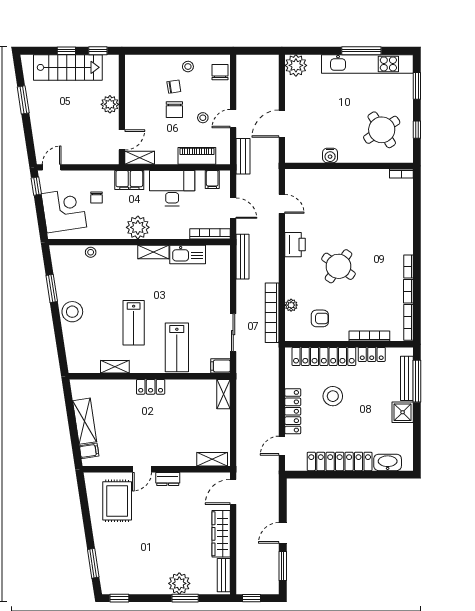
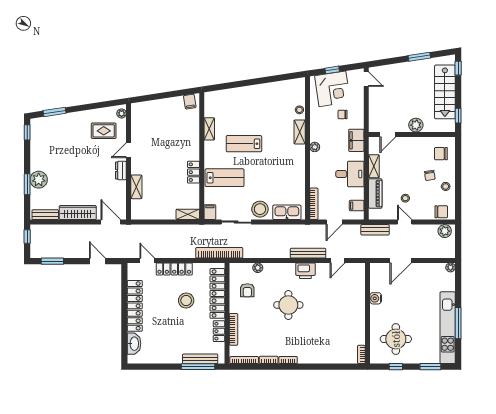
window: (66, 51) -> (458, 68), moved
plant: (296, 65) -> (451, 267), width x0.53, depth x0.53
plant: (245, 68) -> (445, 231), added
chair: (174, 110) -> (441, 154), moved
door: (282, 124) -> (401, 260), swing flipped
round table: (382, 130) -> (396, 339), turned 33
door: (122, 140) -> (388, 134), hinge flipped
shelving: (140, 158) -> (374, 166), moved
window: (36, 186) -> (332, 70), moved
desk: (172, 188) -> (350, 174), width x0.73
plant: (138, 227) -> (315, 147), width x0.53, depth x0.53
shelving: (153, 252) -> (300, 132), moved
kitchen sink: (188, 254) -> (287, 212), moved, turned 90
bench: (242, 257) -> (308, 253), moved
round table: (338, 266) -> (288, 305), turned -35
window: (52, 288) -> (271, 79), removed
stool: (72, 312) -> (260, 209), moved
bookcase: (272, 313) -> (219, 253), moved
lab bench: (177, 347) -> (225, 178), turned 180
locker: (151, 387) -> (193, 172), moved
shower: (403, 412) -> (173, 355), removed
shelving: (85, 421) -> (166, 105), removed
filing cabinet: (89, 451) -> (190, 102), moved
shelving: (212, 459) -> (136, 187), moved
door: (142, 469) -> (129, 150), hinge flipped
plant: (95, 478) -> (122, 113), added
rug: (117, 501) -> (104, 131), width x0.73, depth x0.70
door: (283, 533) -> (97, 261), moved

